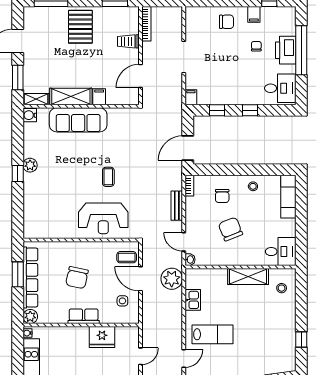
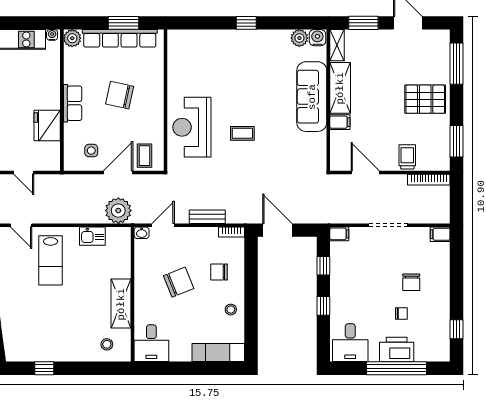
filing cabinet: (254, 14) -> (440, 234), moved
chair: (226, 22) -> (411, 282), moved
plant: (30, 165) -> (299, 38), moved

